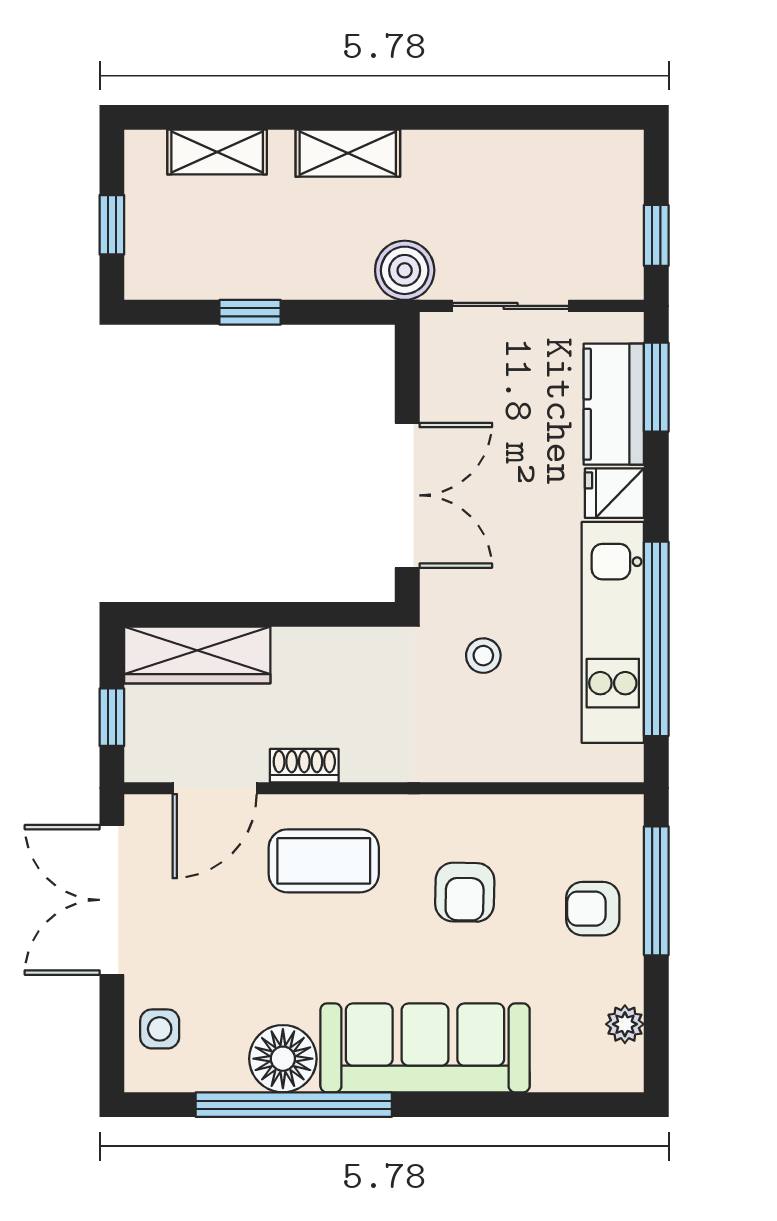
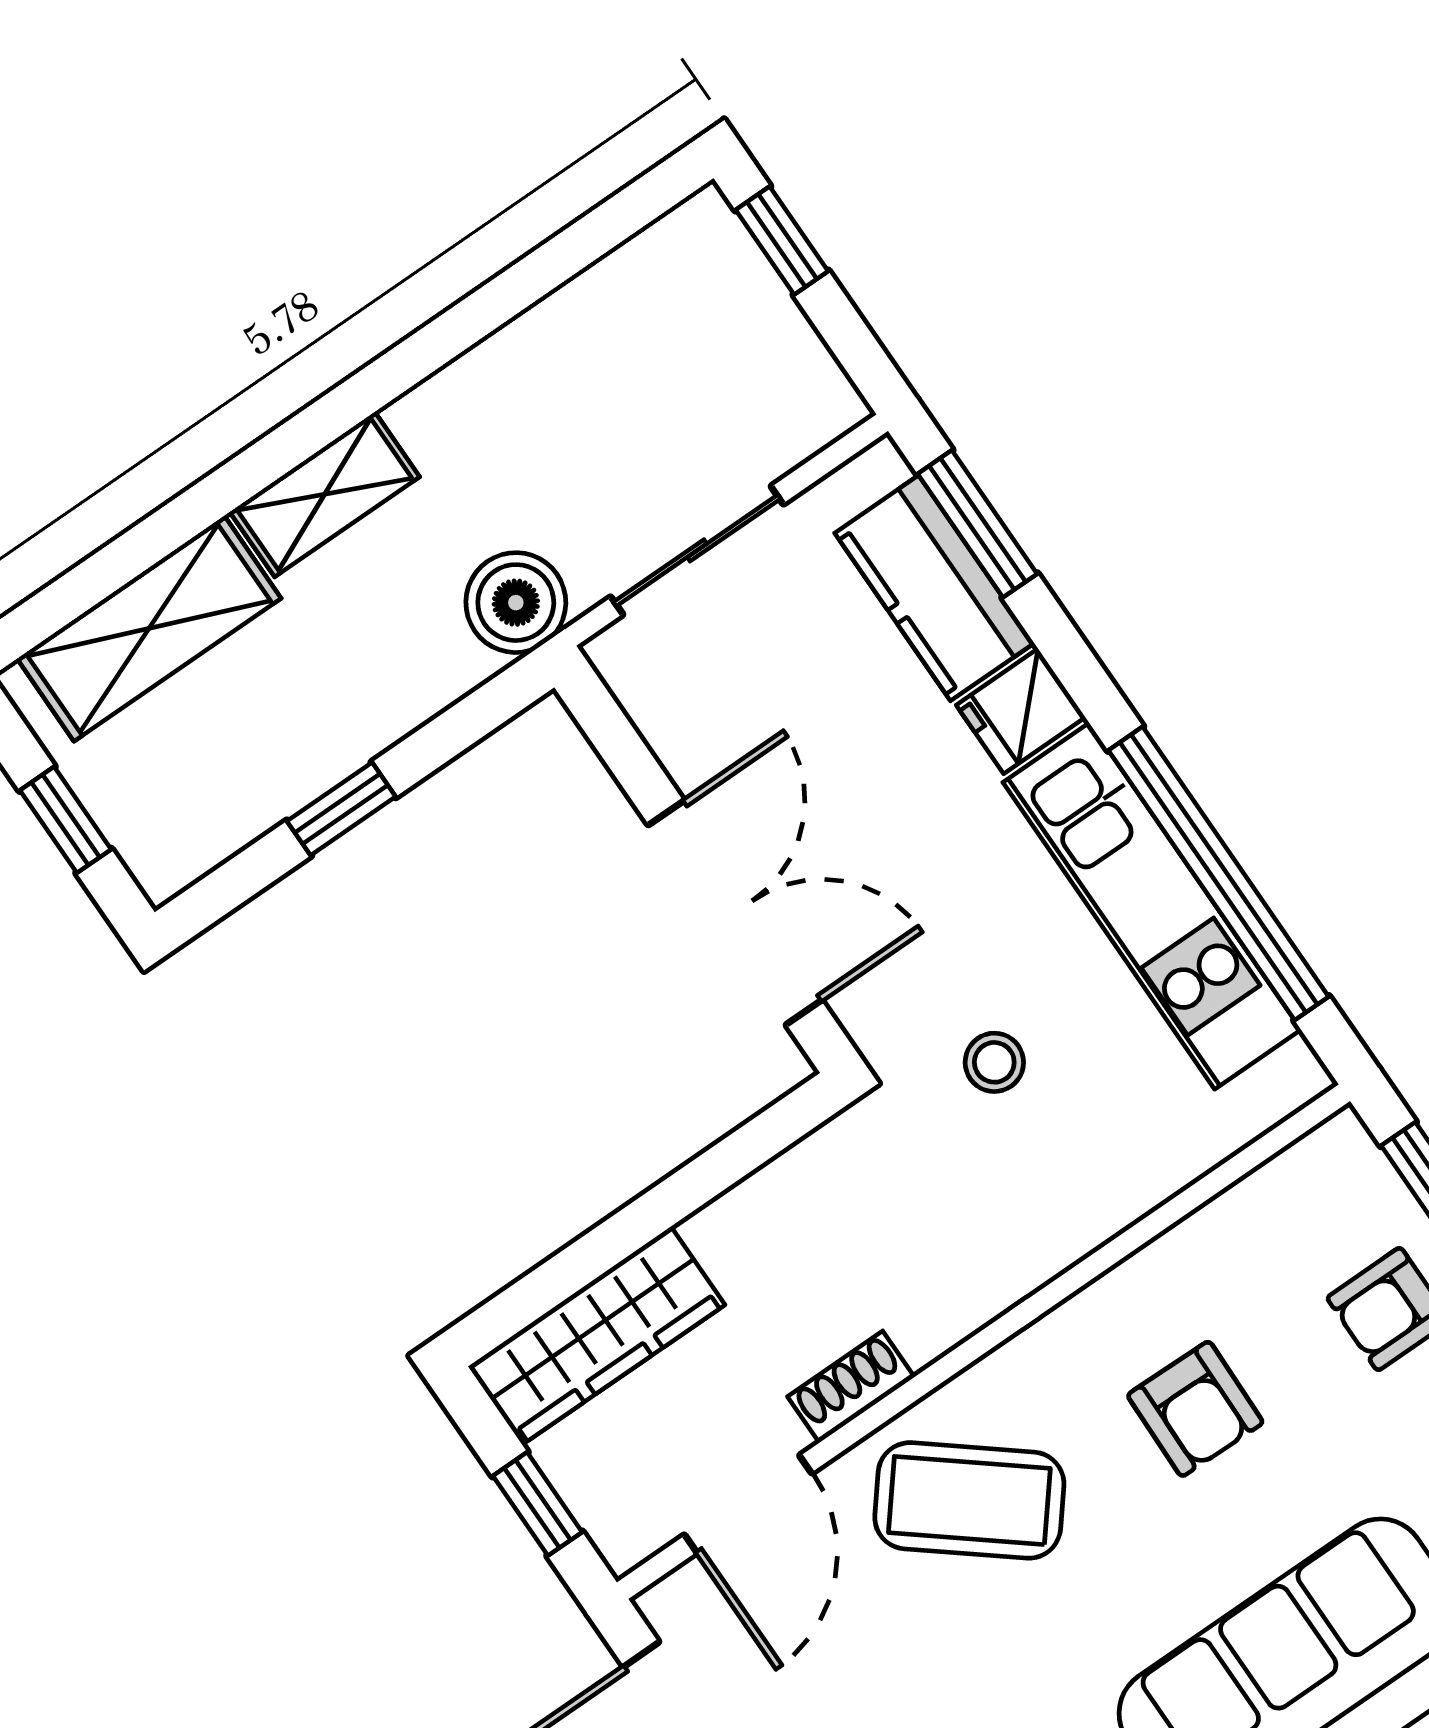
shelving: (217, 152) -> (149, 628), width x1.50, depth x1.33
window: (656, 235) -> (782, 240), moved
coffee table: (324, 861) -> (969, 1500), turned 39

